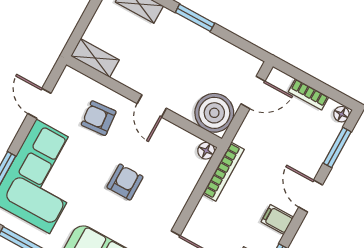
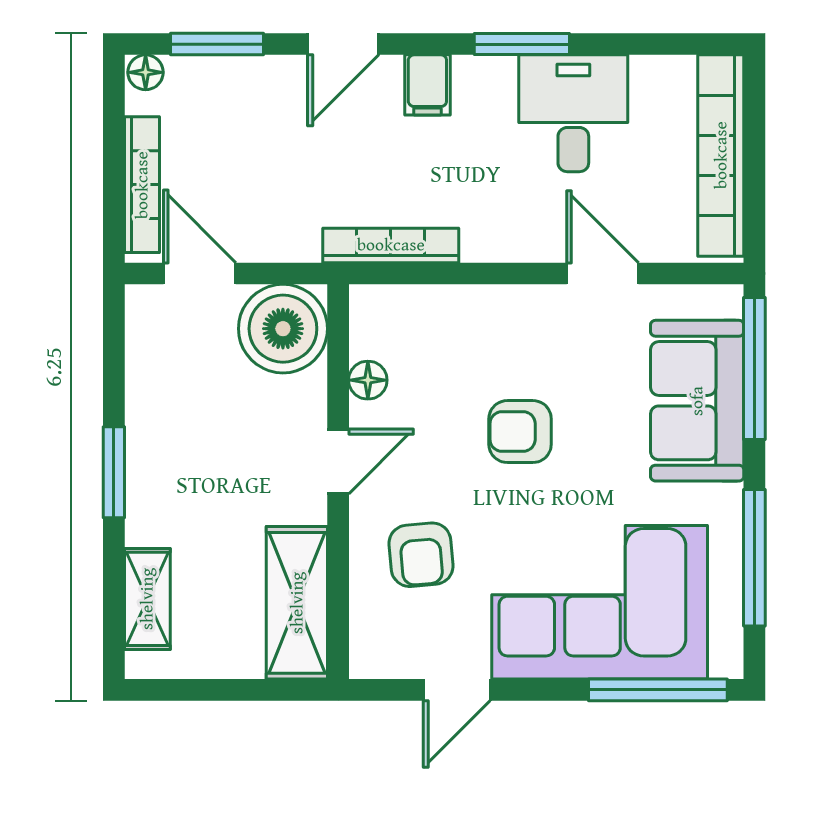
shelving: (95, 58) -> (297, 603), width x1.50, depth x1.33
bookcase: (309, 94) -> (142, 185), width x1.56
floor lamp: (206, 151) -> (368, 380), moved

